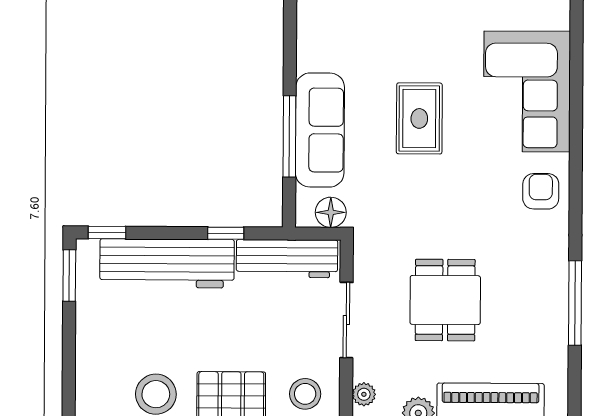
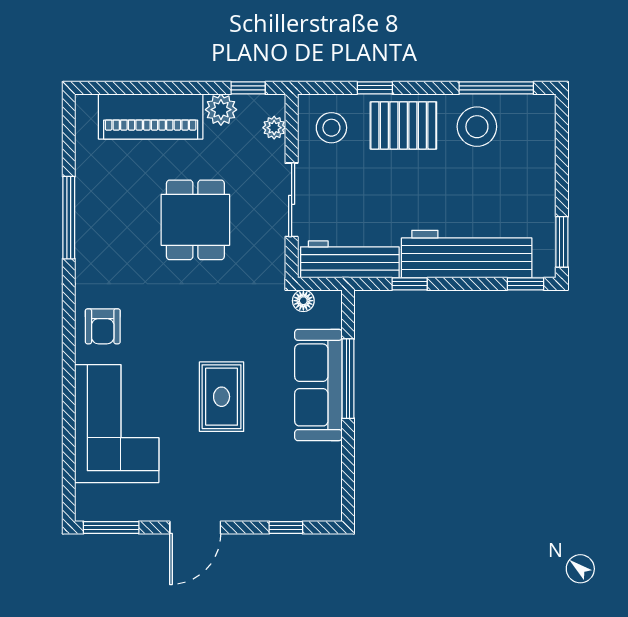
floor lamp: (331, 212) -> (303, 301), width x0.73, depth x0.73

